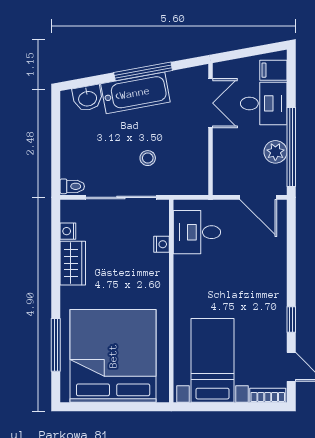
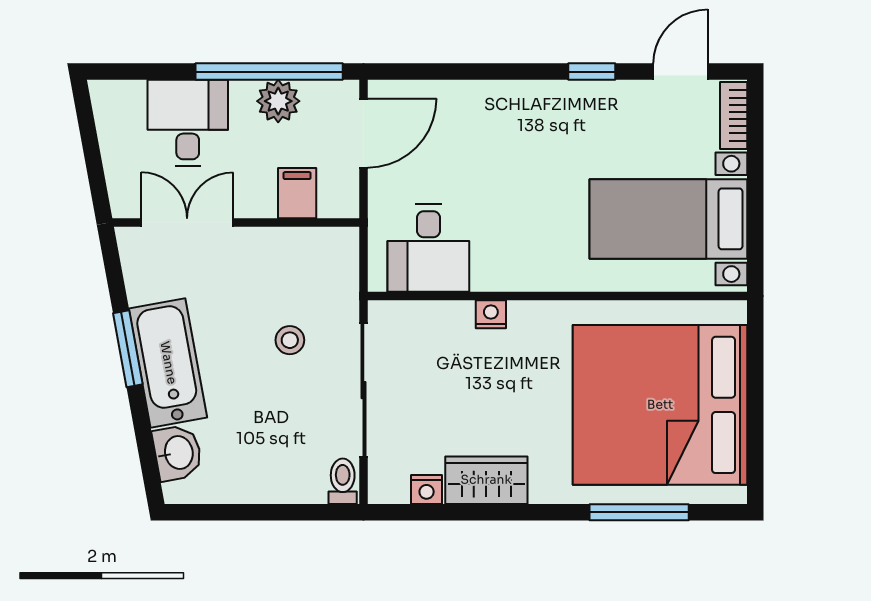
filing cabinet: (273, 70) -> (297, 193), moved, turned 180
window: (143, 71) -> (128, 349), width x0.69
nightstand: (161, 244) -> (491, 314), moved

